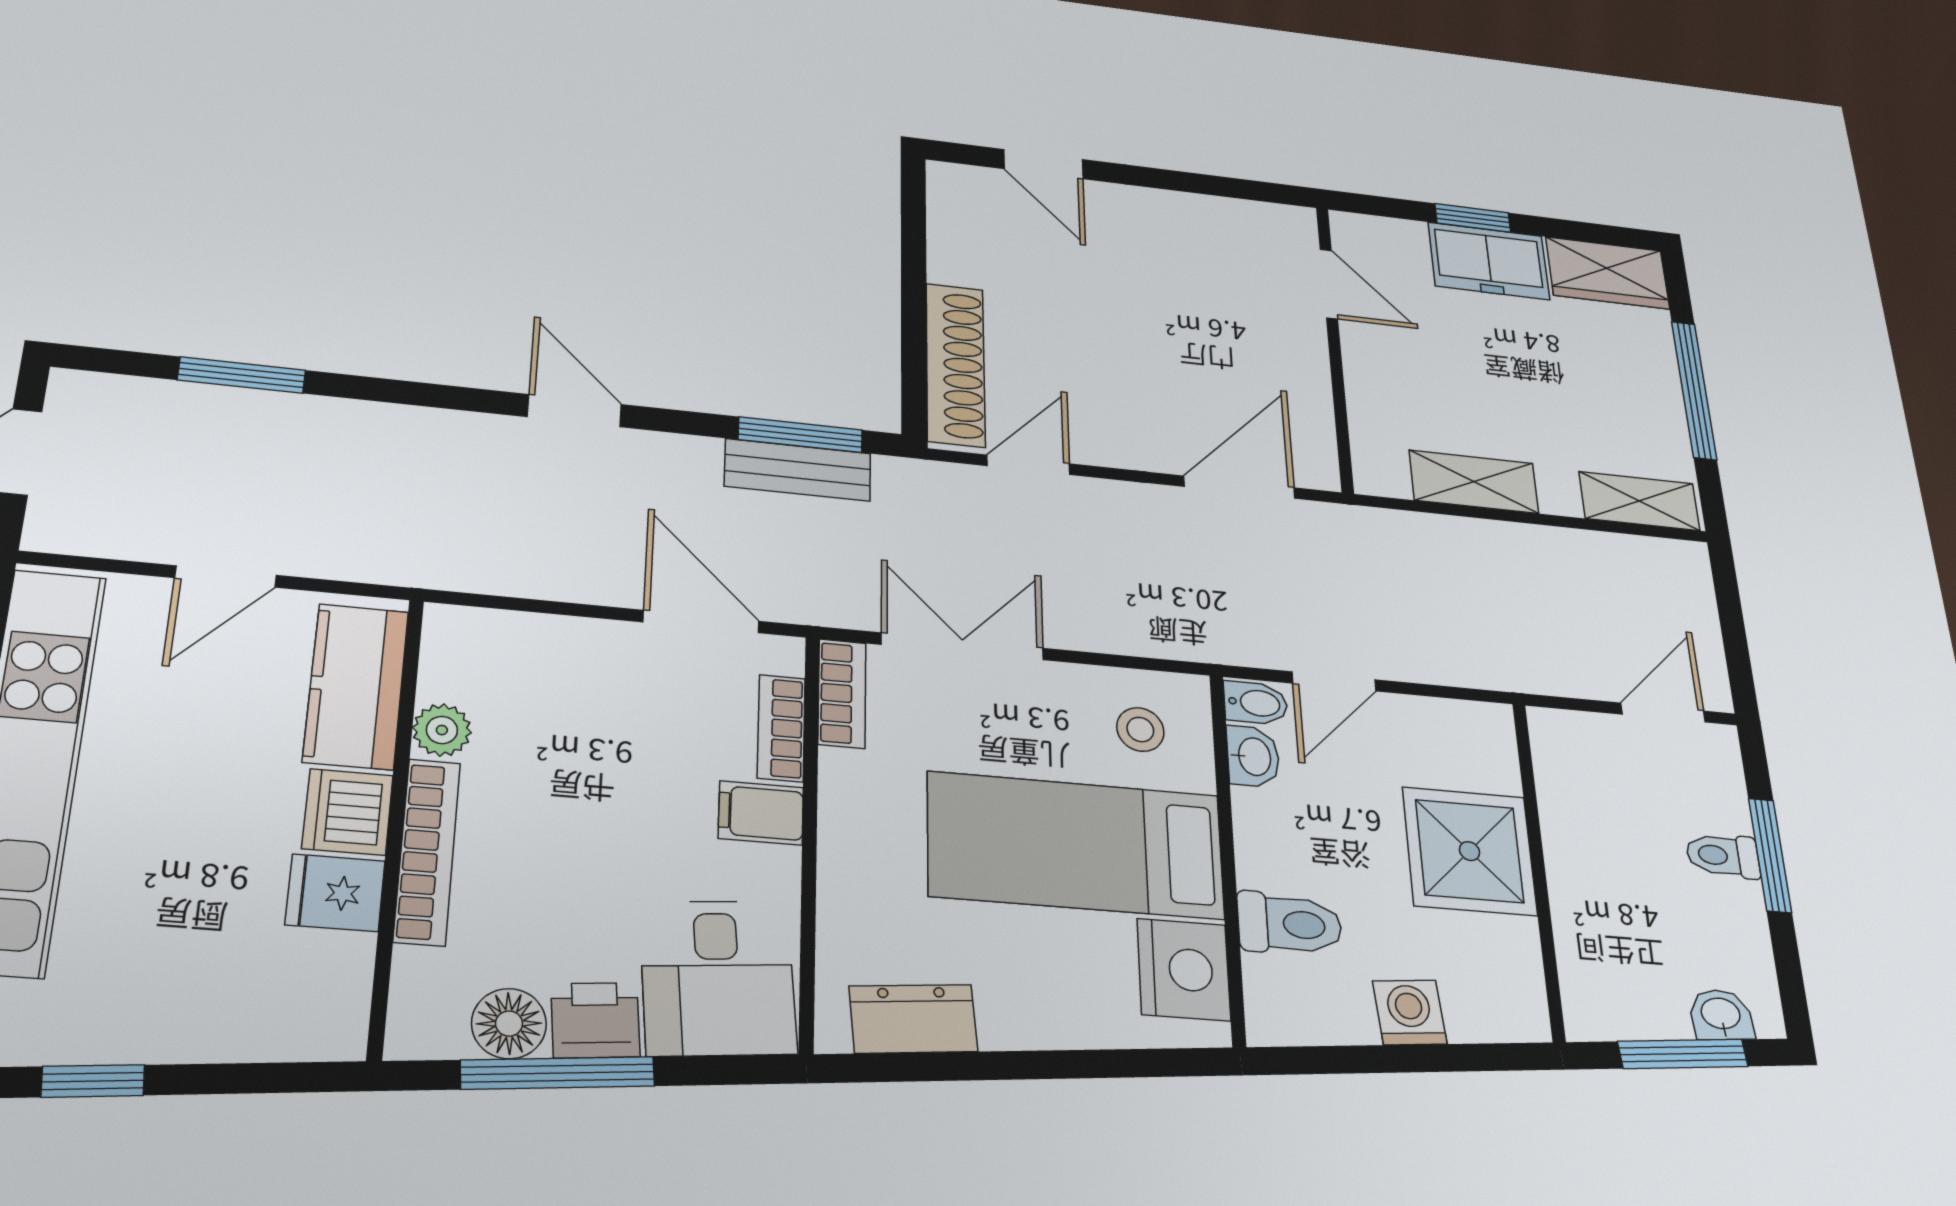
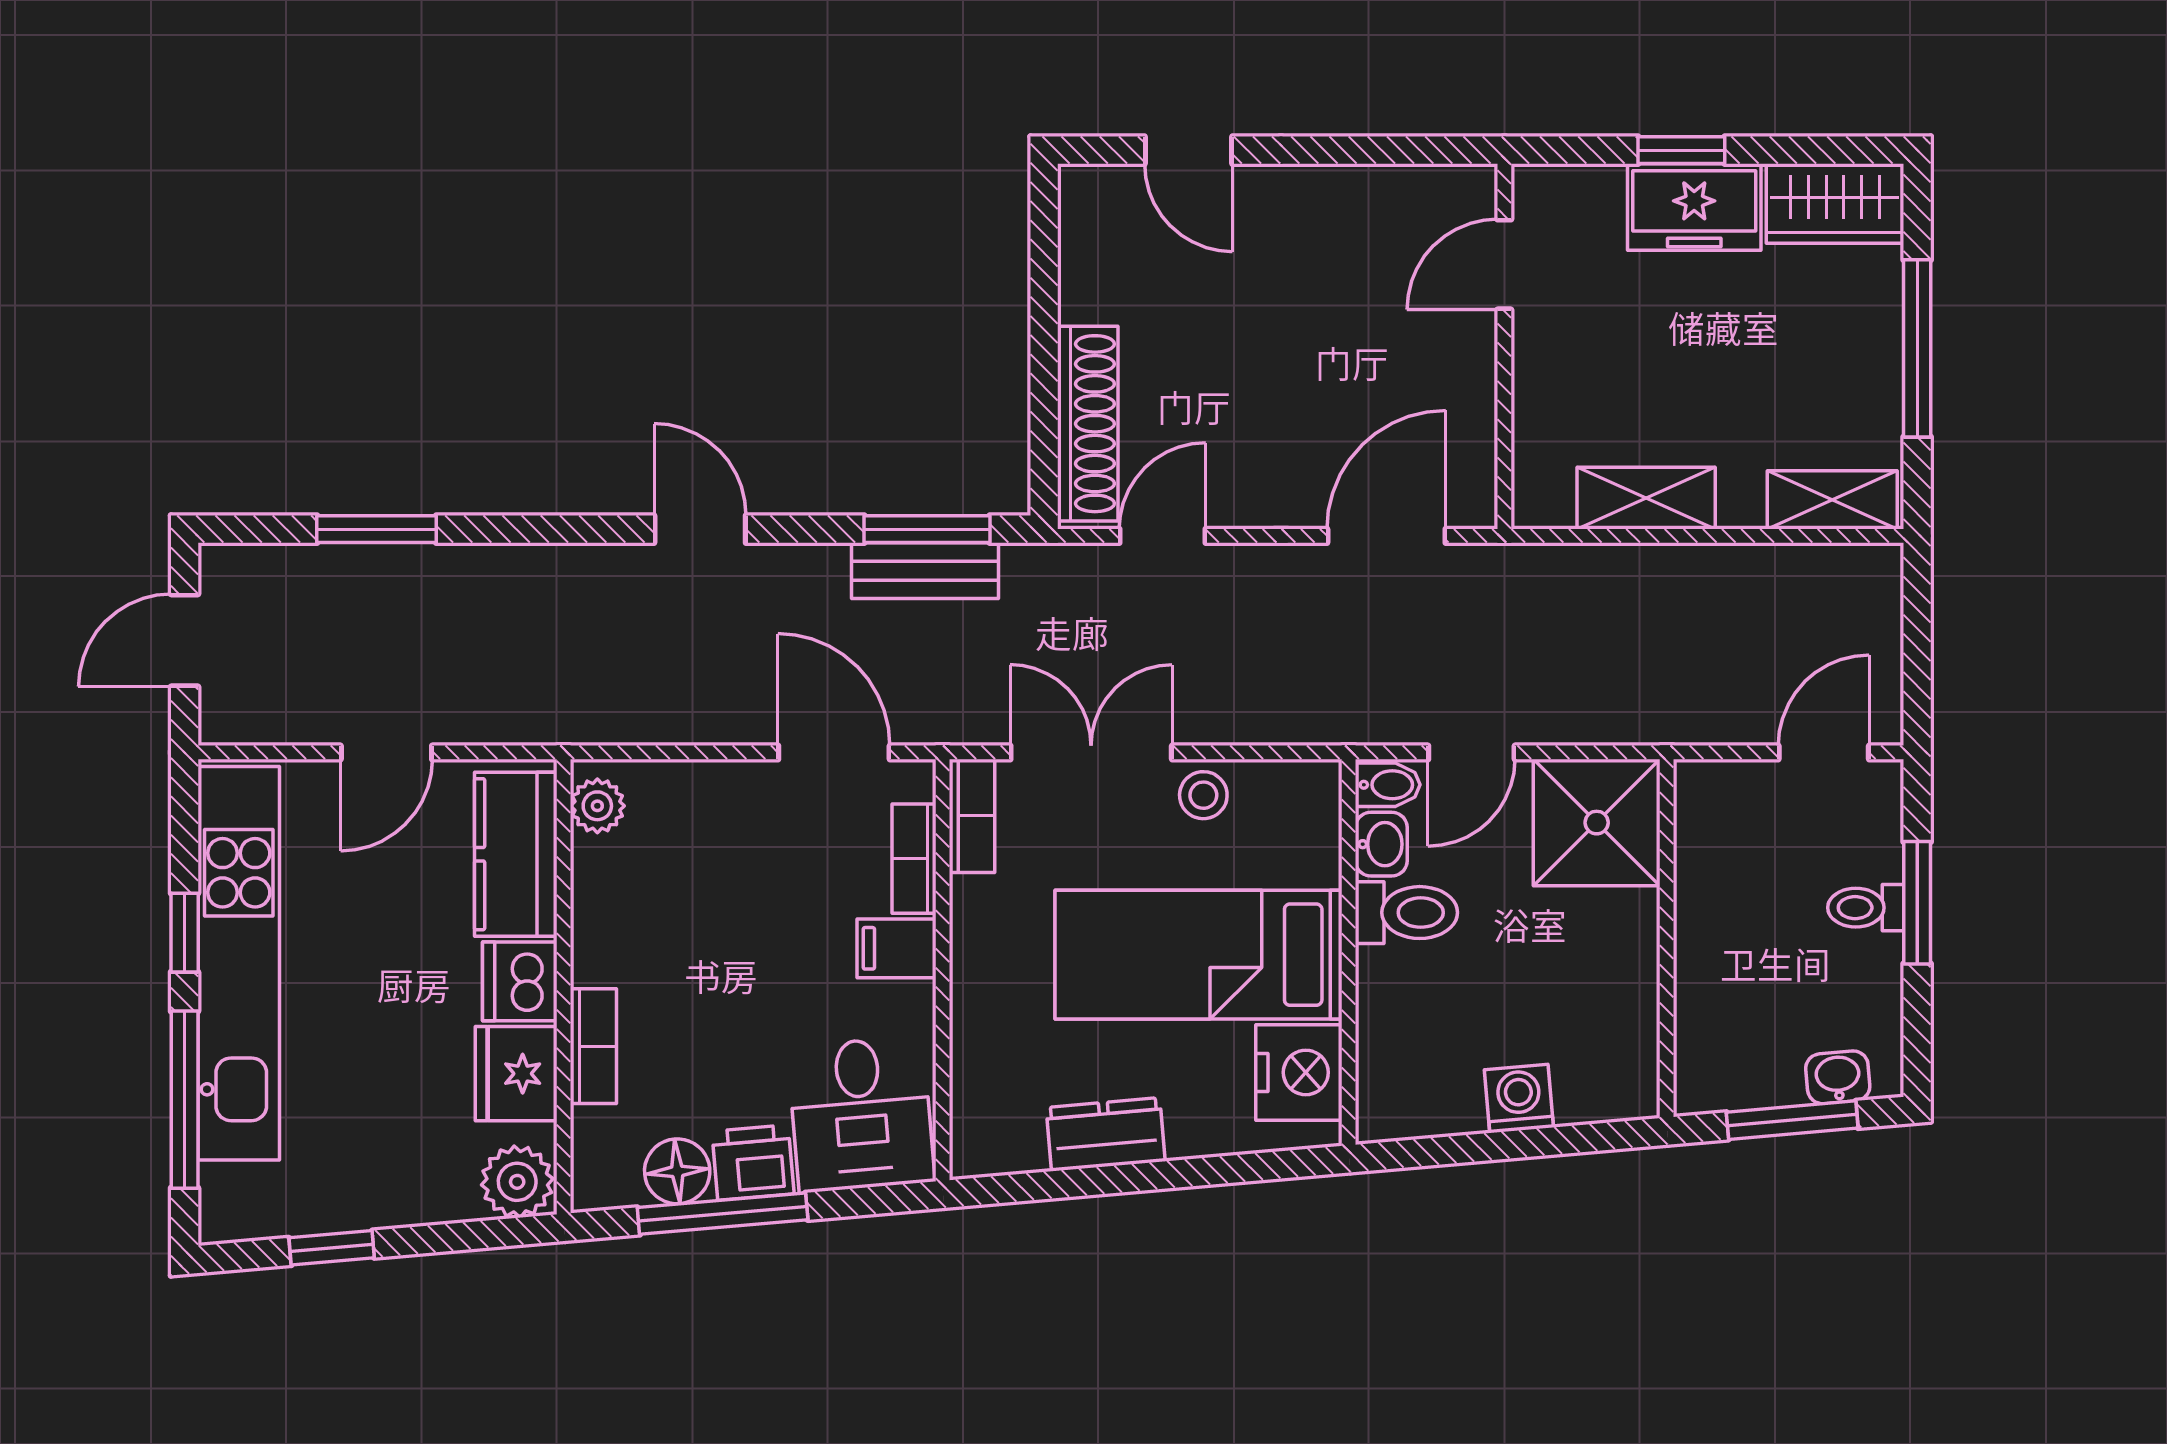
door: (1329, 284) -> (1504, 264), swing flipped
stool: (1140, 729) -> (1203, 795), moved
plant: (442, 730) -> (597, 806), moved
bookcase: (427, 851) -> (593, 1046), width x0.64
shower: (1470, 851) -> (1597, 823), moved
fridge: (335, 893) -> (516, 1074), width x1.38
toilet: (1290, 924) -> (1406, 913), moved
dresser: (913, 1019) -> (1106, 1134), moved
plant: (323, 1022) -> (517, 1182), added

